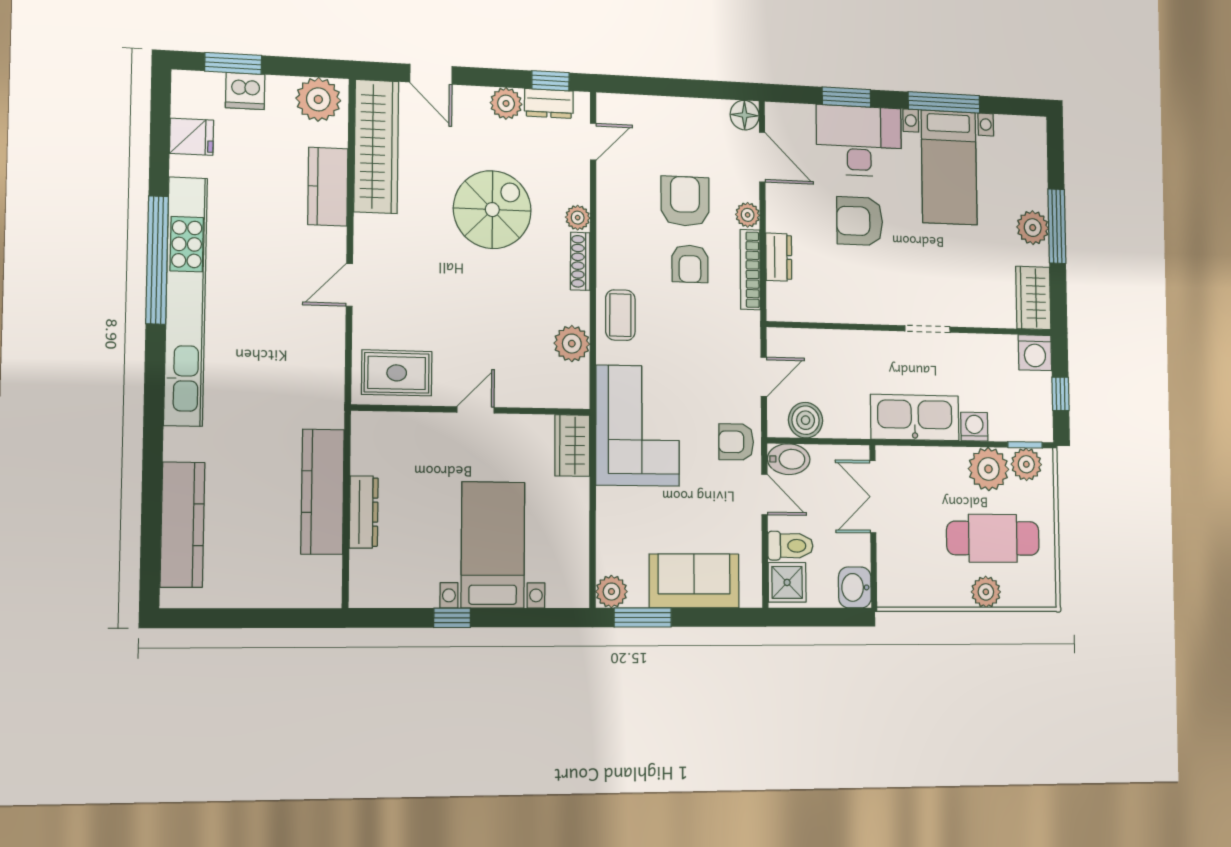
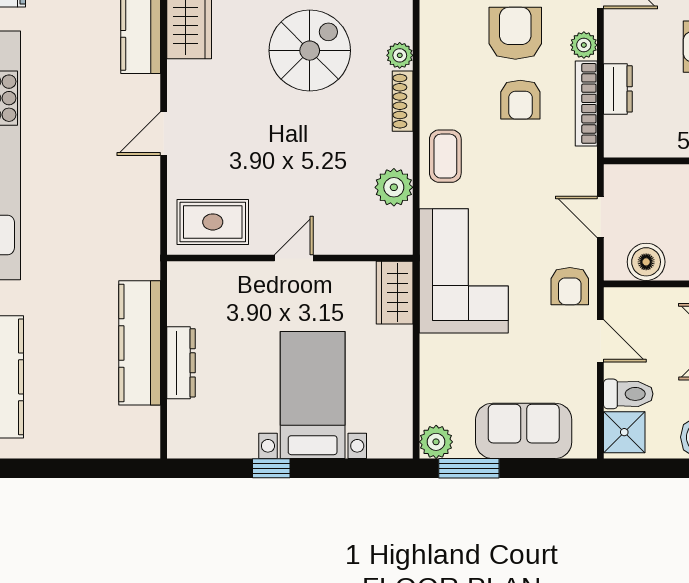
door: (764, 377) -> (600, 217), swing flipped
armchair: (736, 442) -> (570, 286), turned -90
bidet: (789, 459) -> (627, 303), removed

